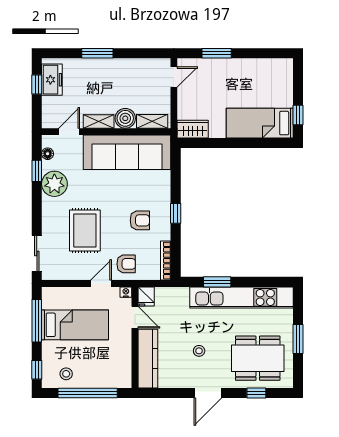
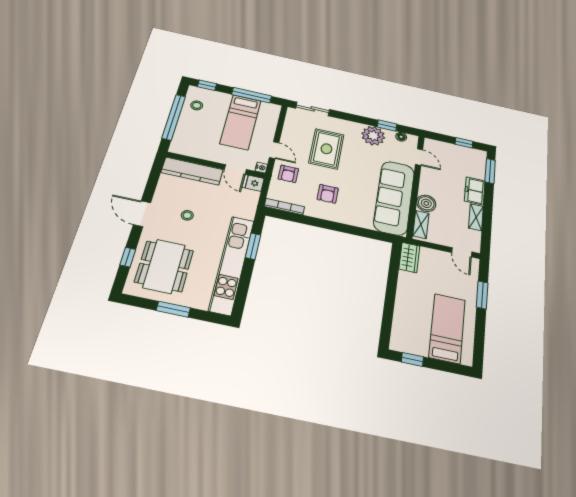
window: (97, 53) -> (490, 171), moved
freezer: (52, 80) -> (475, 191), moved, turned 90
shelving: (99, 122) -> (476, 217), moved
bed: (260, 123) -> (447, 328), moved
window: (176, 213) -> (329, 225), removed
rug: (85, 230) -> (326, 149), turned 90
door: (135, 317) -> (235, 169), hinge flipped

